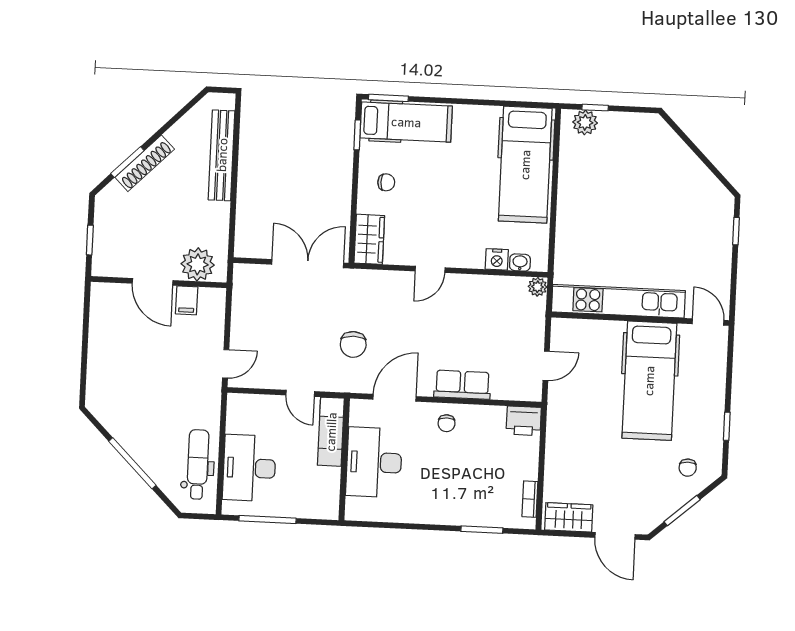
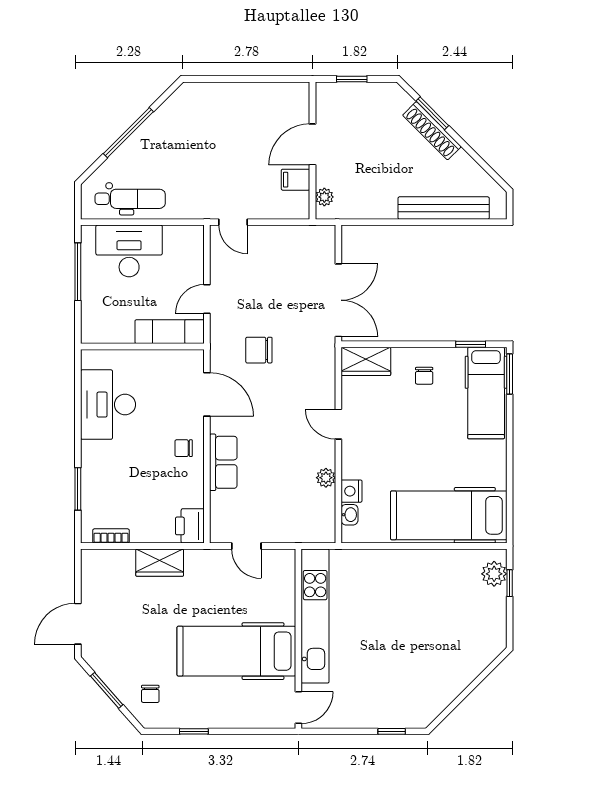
plant: (198, 264) -> (324, 197), width x0.53, depth x0.53
plant: (538, 287) -> (326, 478), moved
desk: (374, 462) -> (108, 405), moved, turned -90
chair: (688, 468) -> (150, 694), turned -90
wardrobe: (569, 517) -> (160, 563), moved, turned 90

